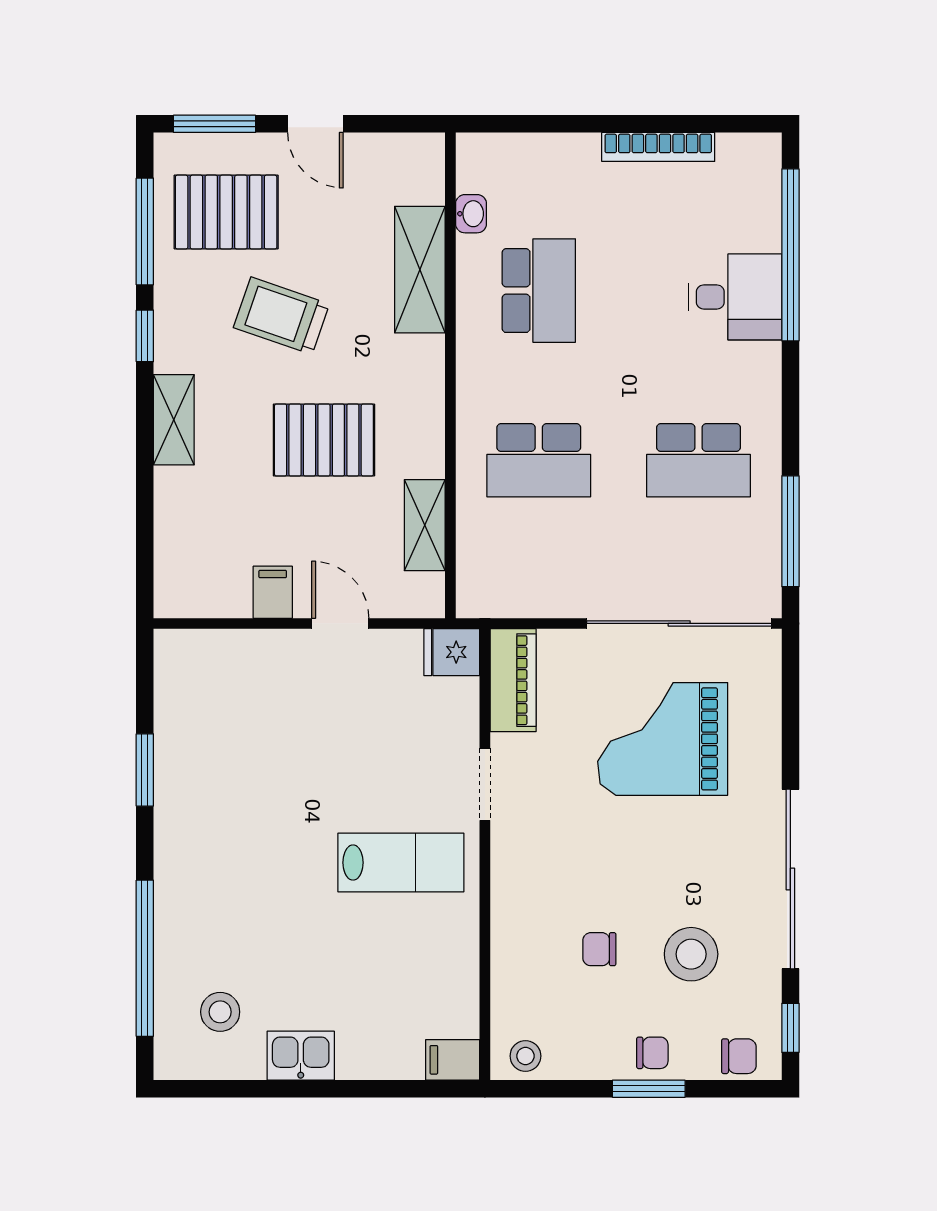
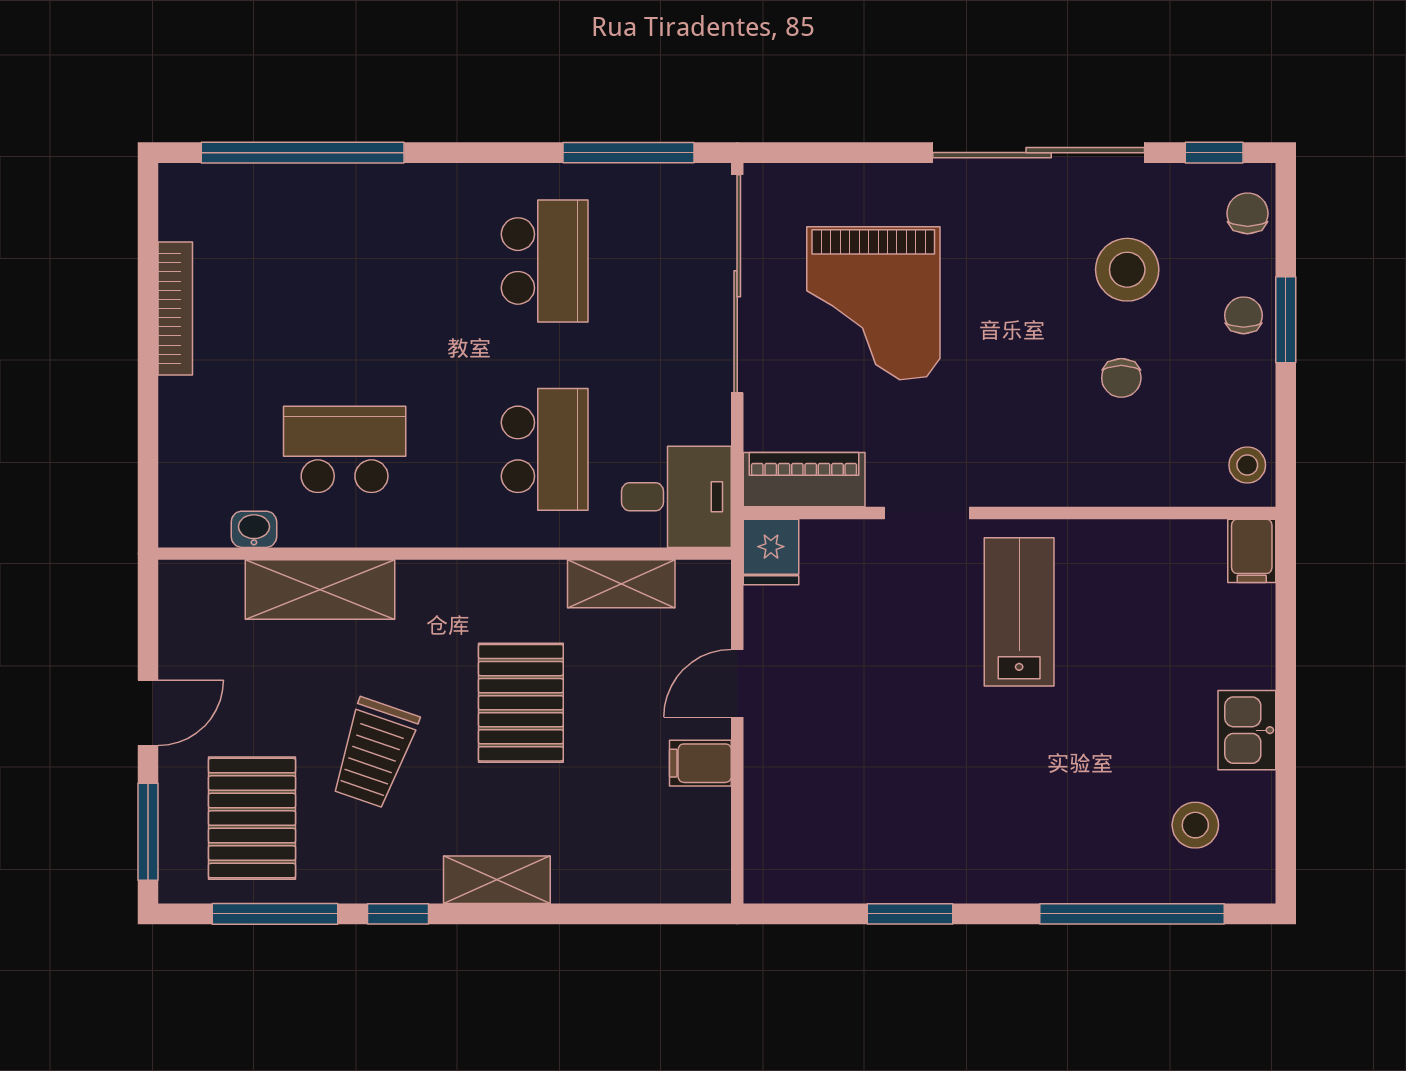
desk: (735, 297) -> (676, 497), moved, turned 90

